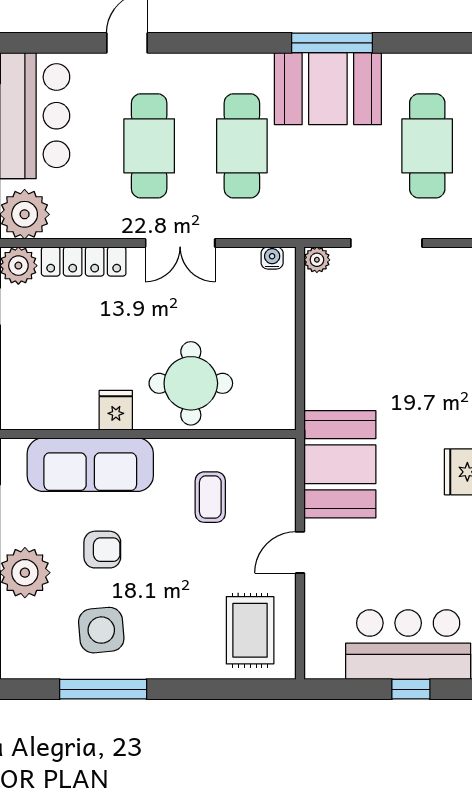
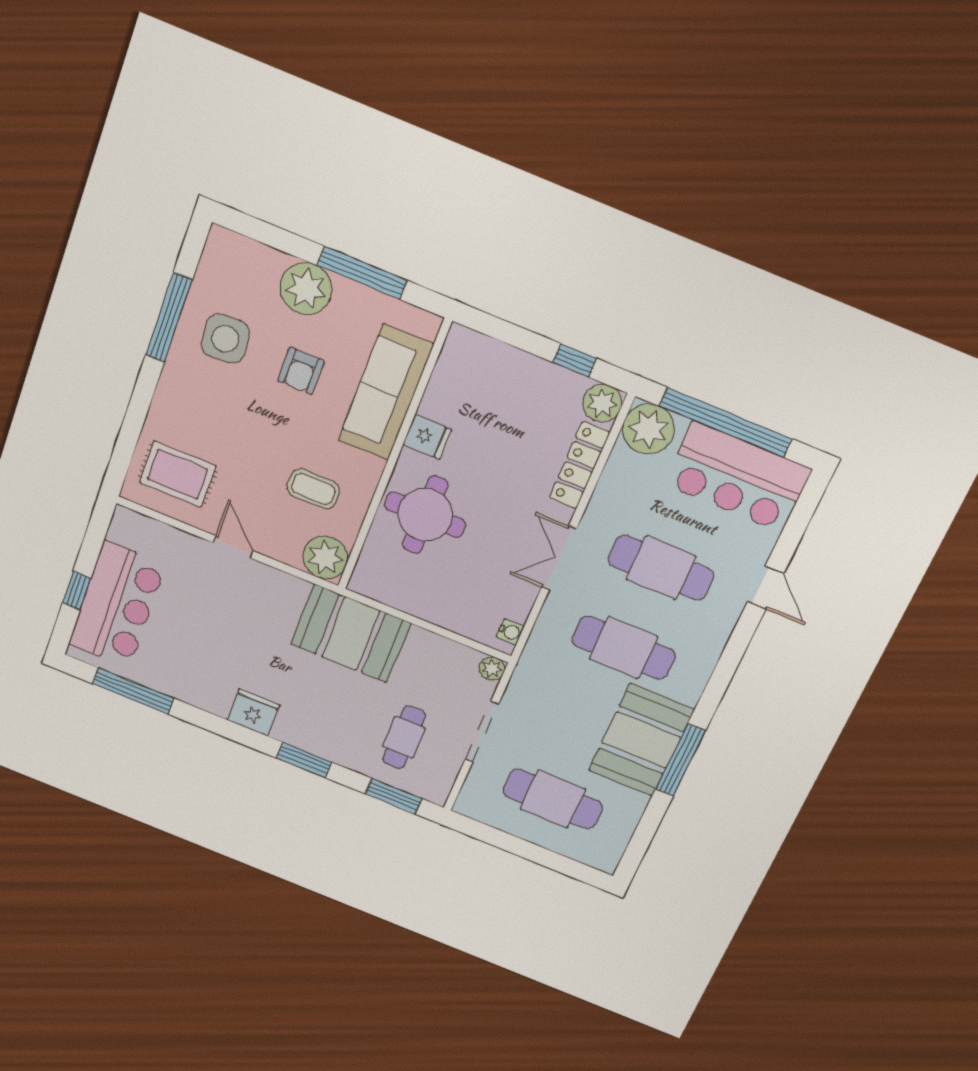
cafe table: (426, 315) -> (404, 737), added
plant: (273, 461) -> (325, 558), added
booth: (340, 464) -> (351, 634), moved

